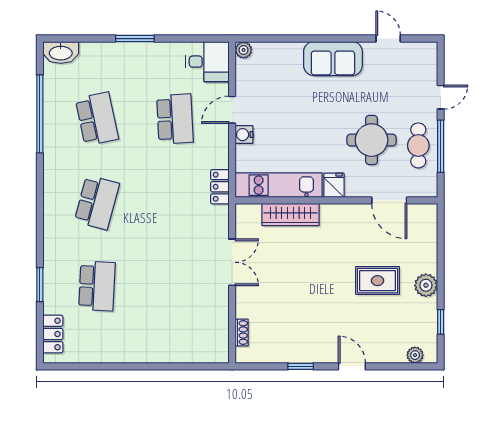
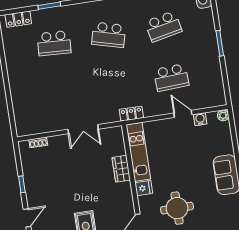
desk: (207, 62) -> (212, 93), removed
water cooler: (244, 135) -> (200, 119), moved
wardrobe: (291, 215) -> (121, 169), width x0.67

